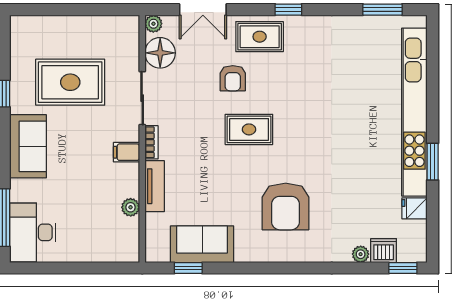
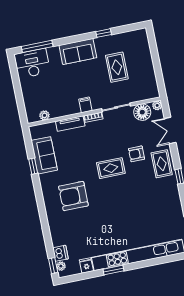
rug: (70, 82) -> (117, 67), width x0.73, depth x0.70
rug: (249, 129) -> (111, 168), turned 90
plant: (131, 207) -> (44, 115), moved
plant: (361, 254) -> (61, 266), moved
window: (188, 268) -> (33, 166), moved

